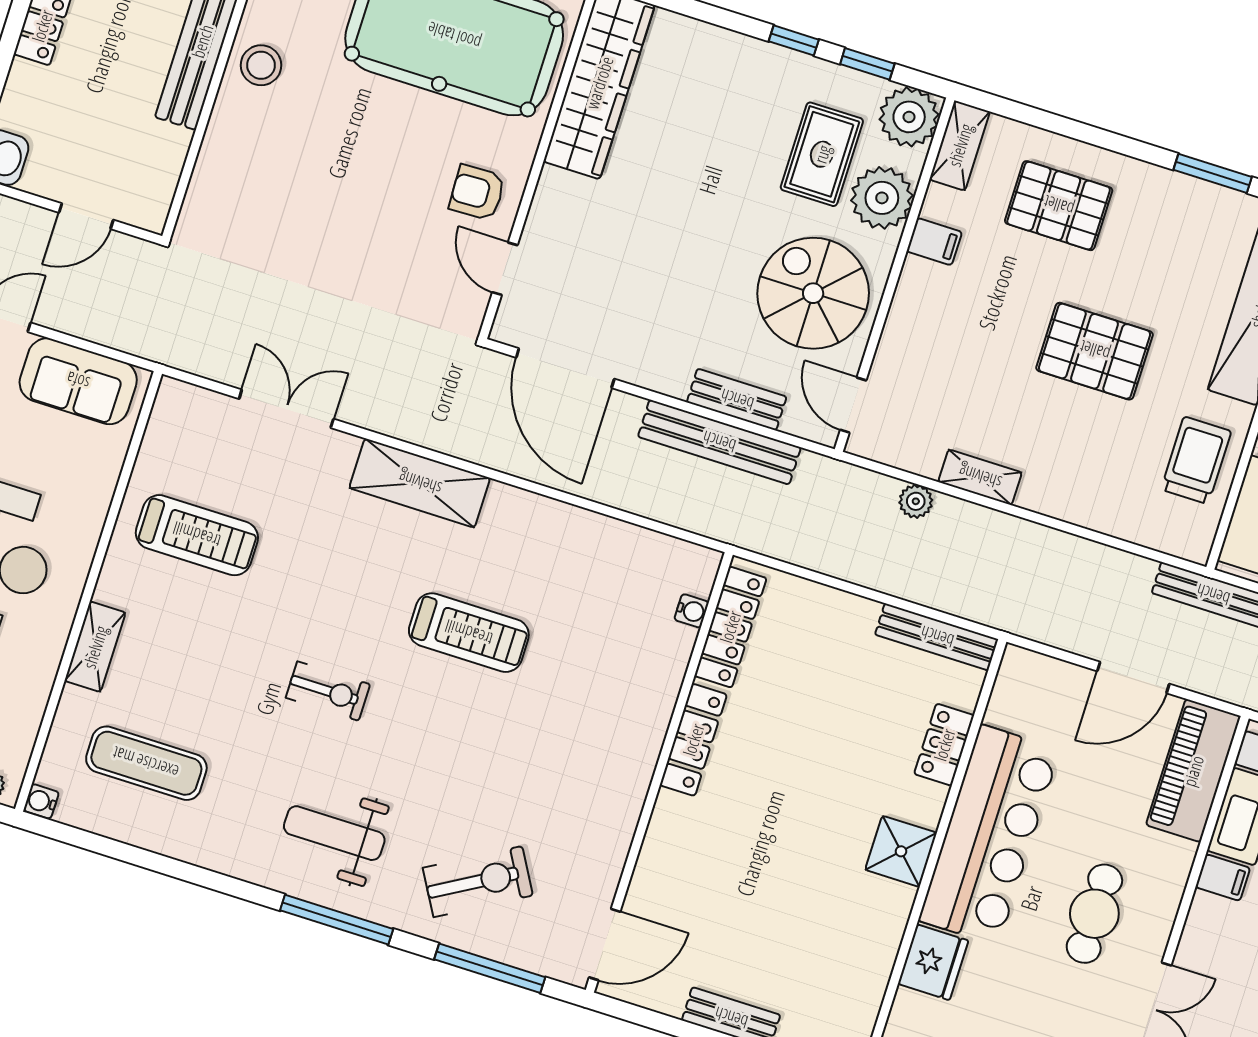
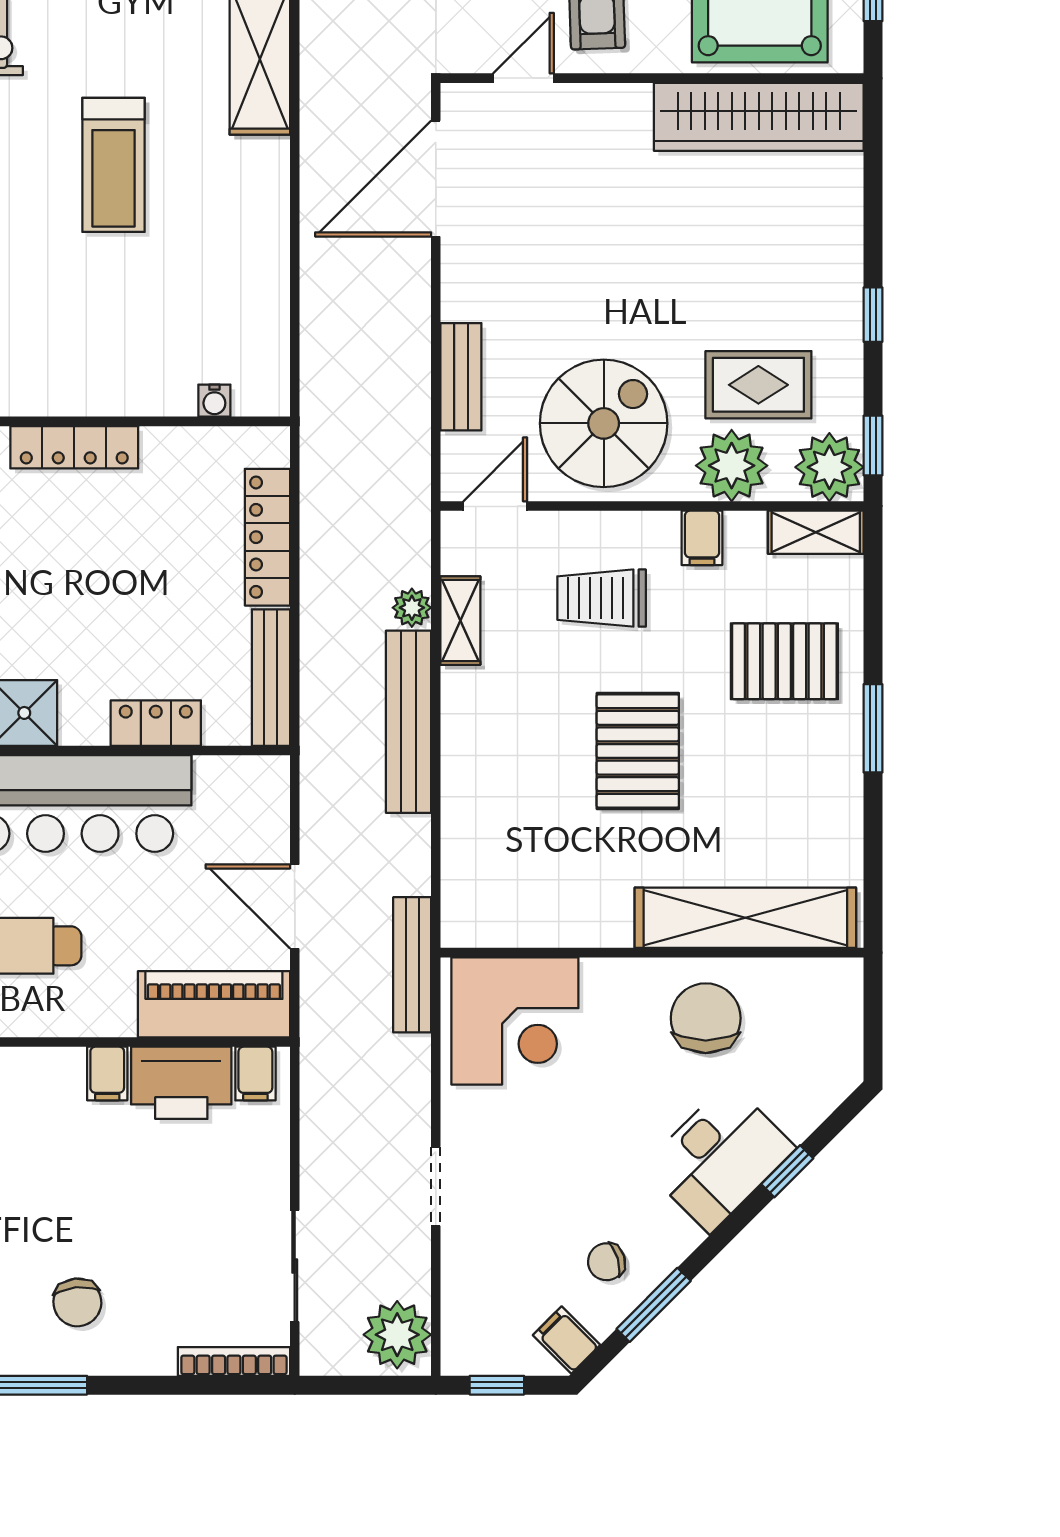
window: (867, 64) -> (873, 446), moved
window: (1213, 173) -> (873, 728), moved
pallet: (1059, 206) -> (784, 661), turned 90
bench: (719, 442) -> (408, 722), moved
trolley: (1196, 460) -> (602, 598), moved, turned 180
shelving: (980, 477) -> (460, 621), moved
locker: (730, 627) -> (267, 537), moved, turned 90

